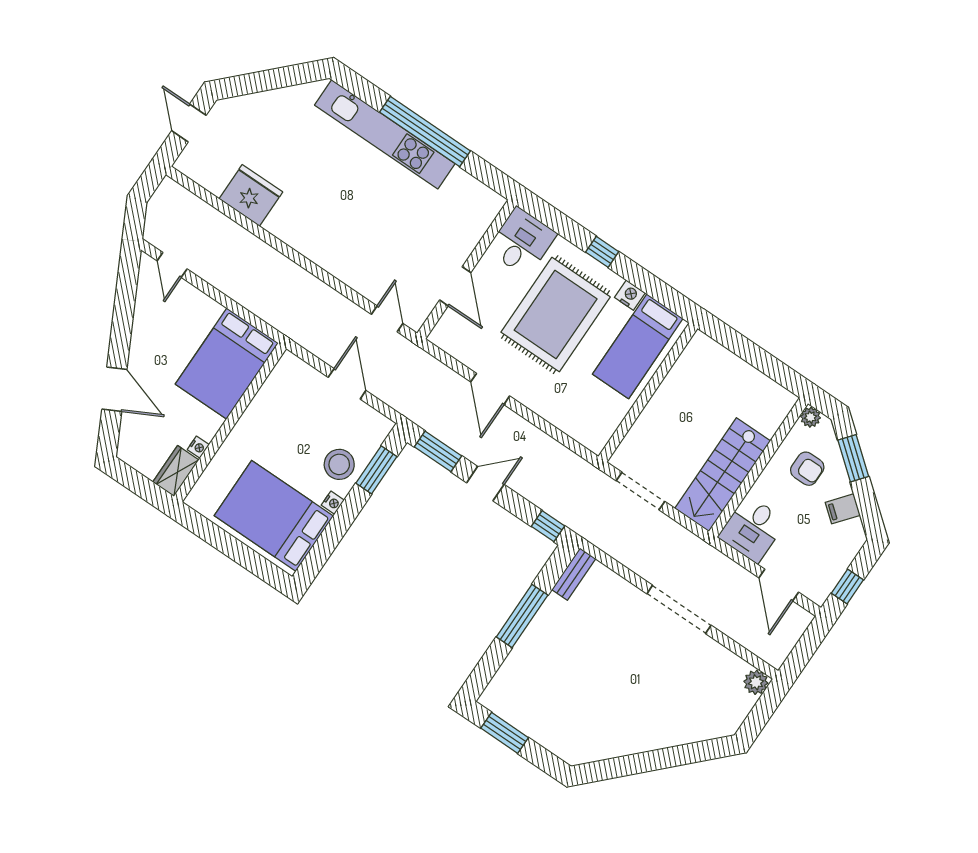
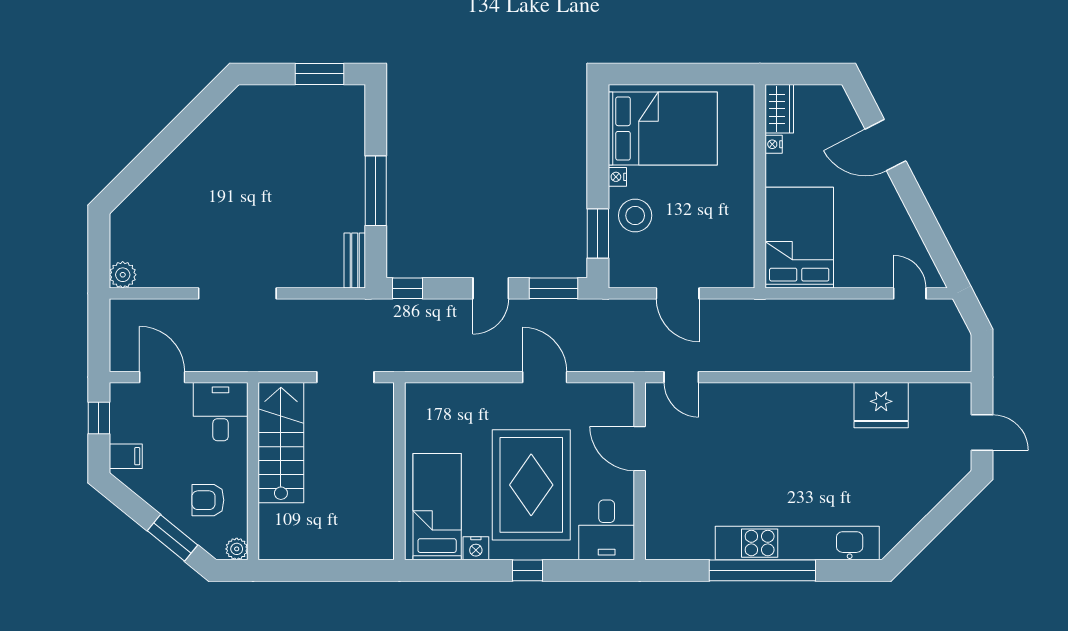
filing cabinet: (843, 509) -> (126, 456), moved, turned 51

